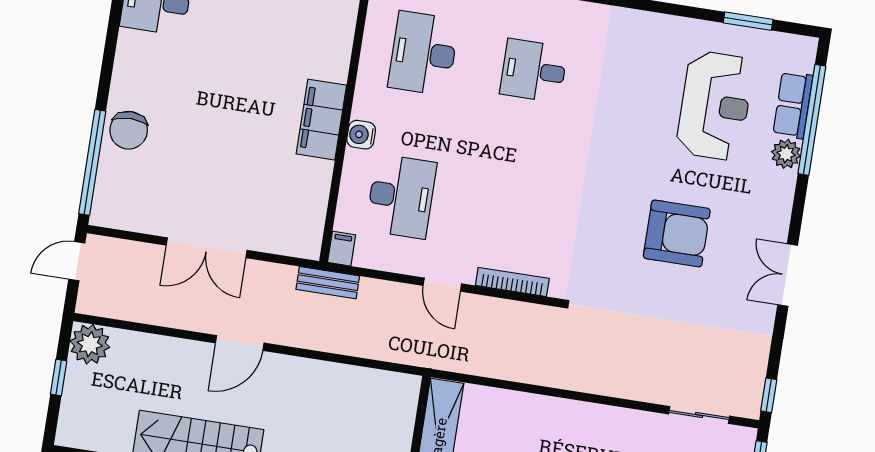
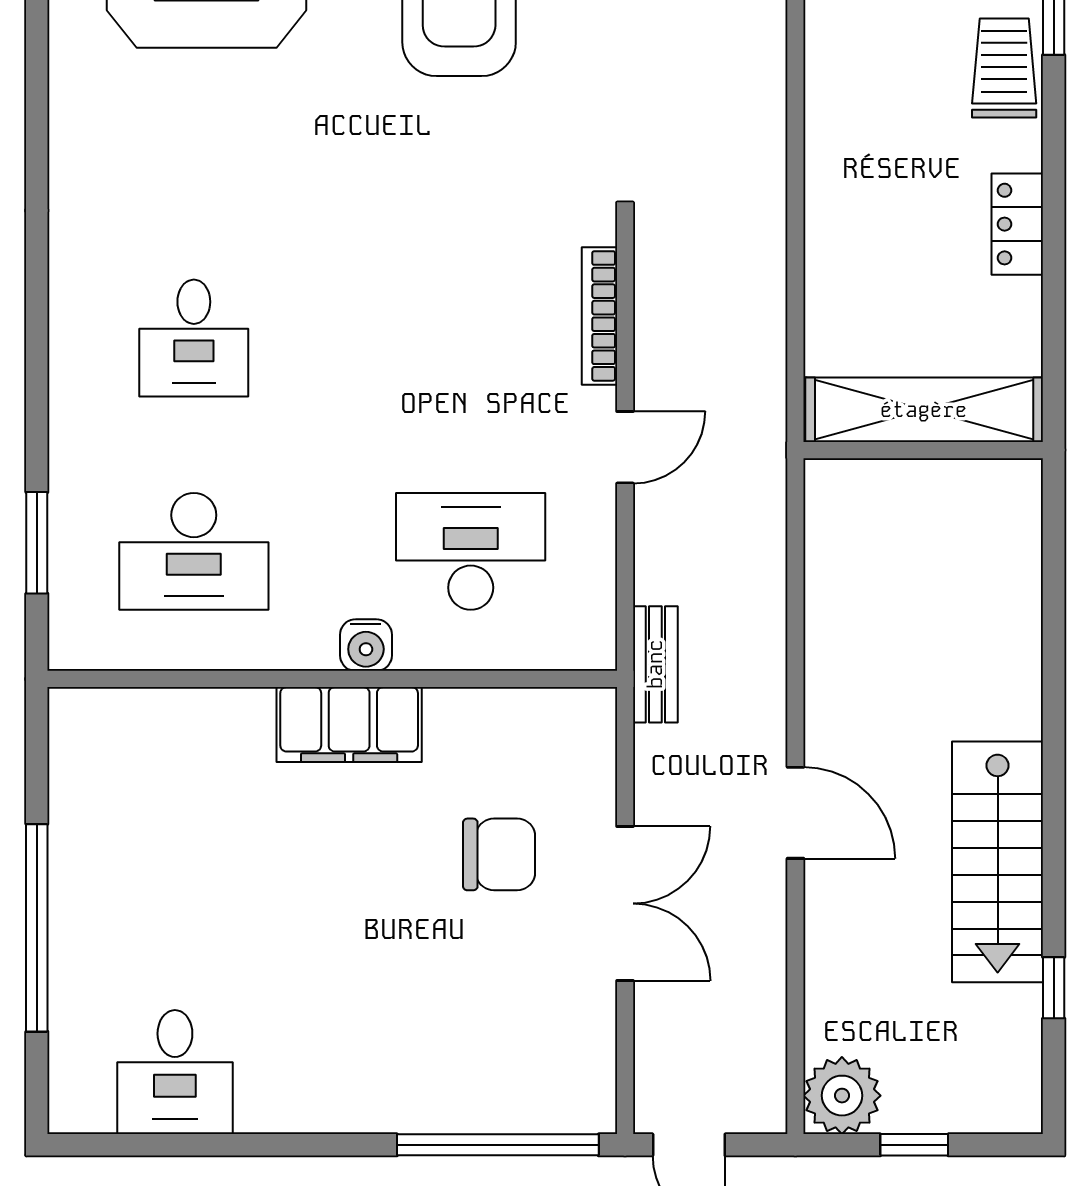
chair: (129, 130) -> (499, 854), moved
filing cabinet: (342, 249) -> (587, 648), removed

